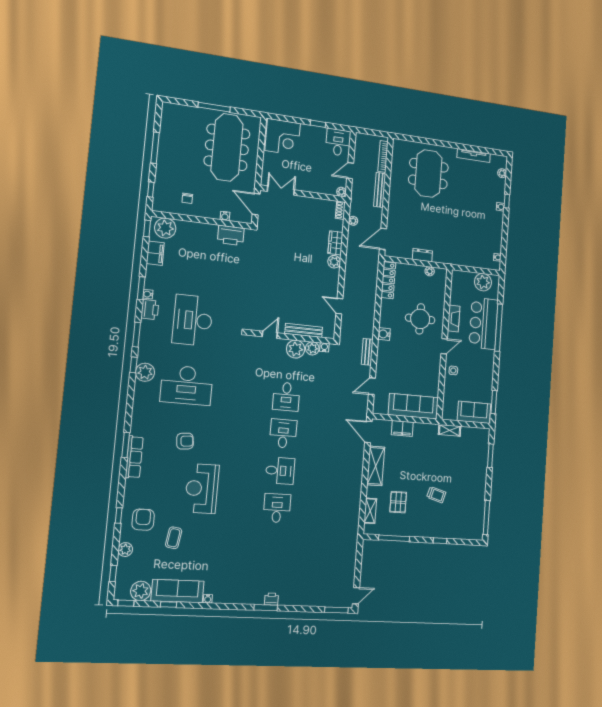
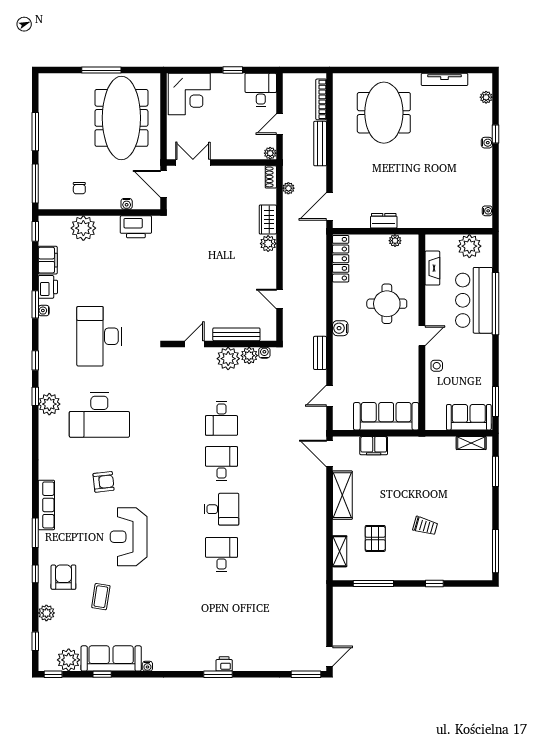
window: (151, 190) -> (35, 183), width x2.17
plant: (165, 228) -> (83, 228), moved
printer: (150, 310) -> (48, 287), moved
fireplace: (454, 318) -> (432, 268), moved
window: (137, 335) -> (35, 360), width x0.67
shelving: (450, 430) -> (471, 443), moved
window: (126, 445) -> (35, 533), moved

